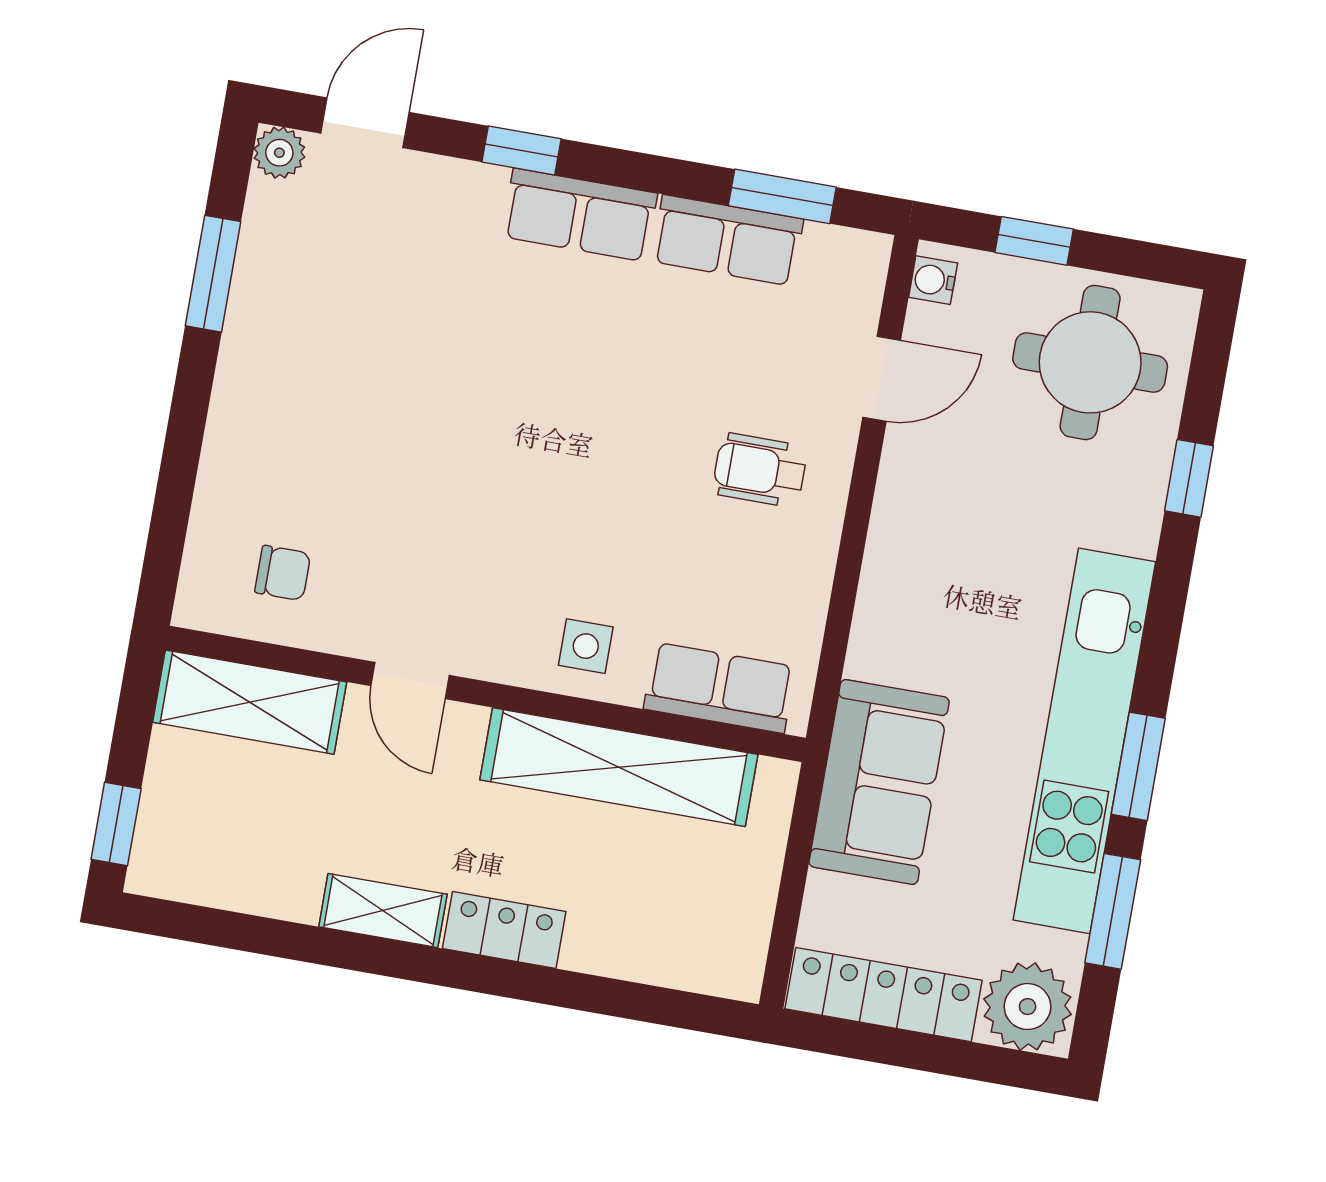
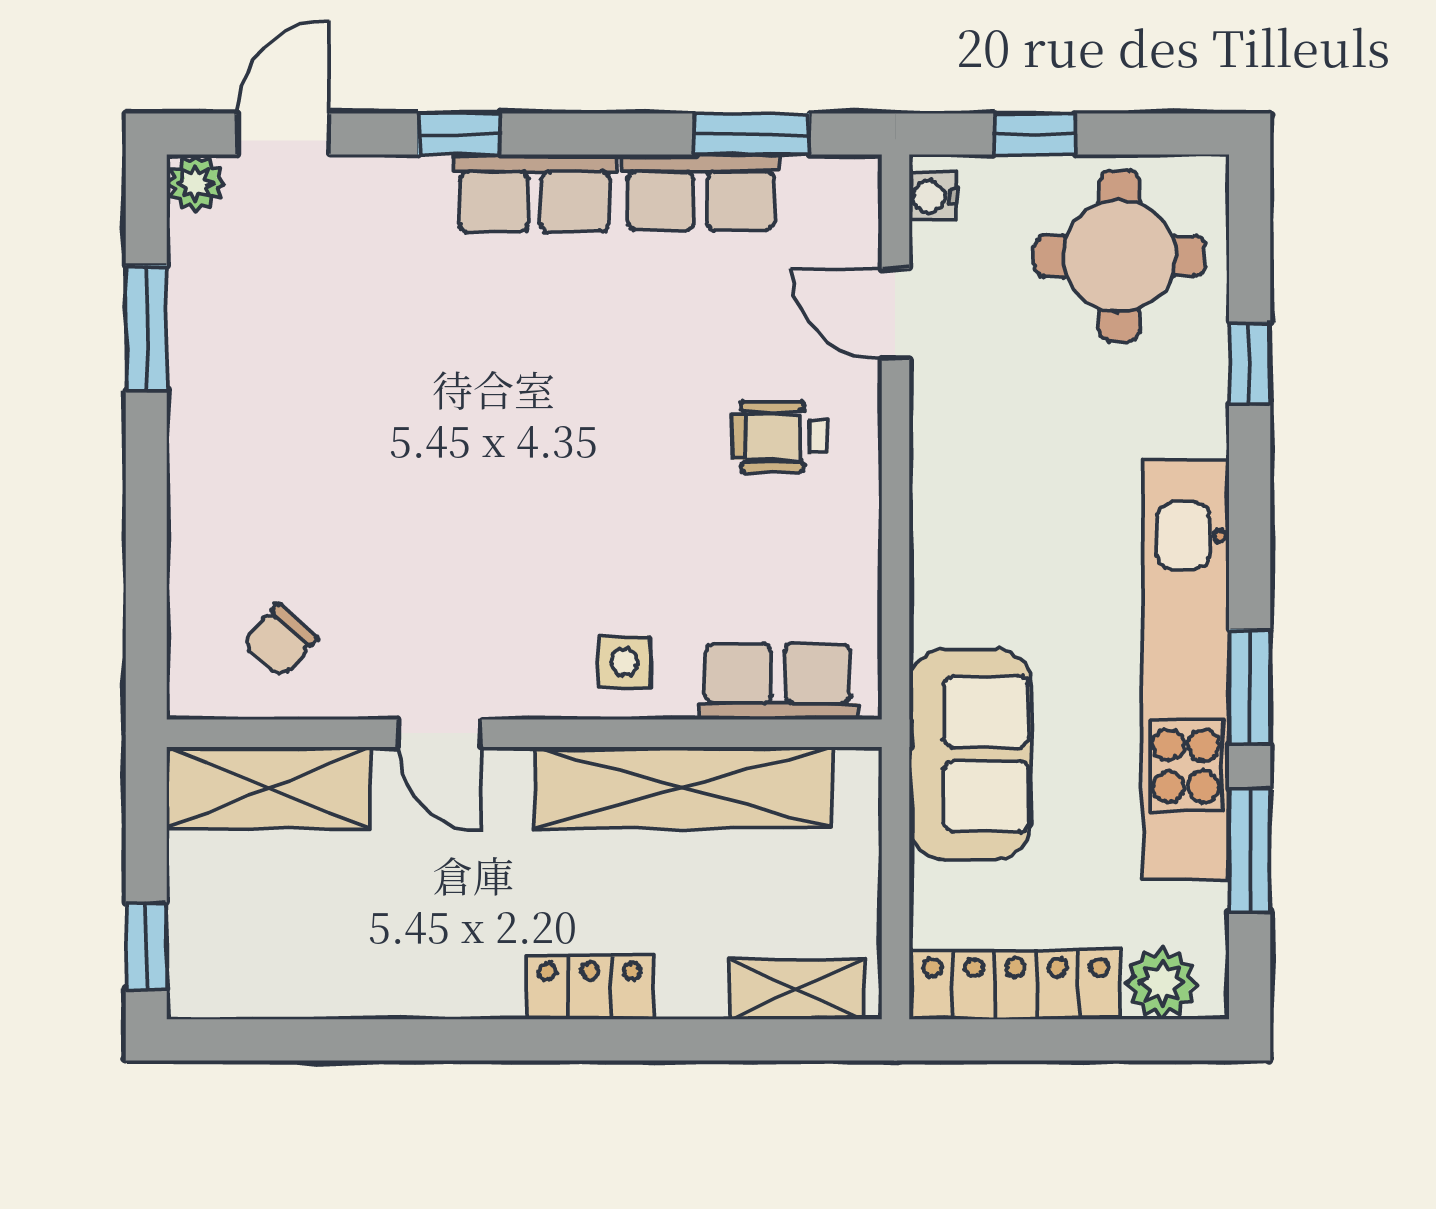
door: (882, 379) -> (895, 314), swing flipped
chair: (283, 573) -> (280, 641), turned 132
shelving: (383, 910) -> (797, 989), moved
plant: (1028, 1007) -> (1162, 983), width x0.73, depth x0.73

